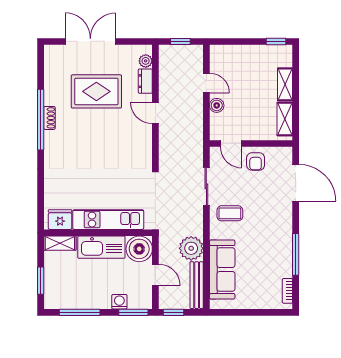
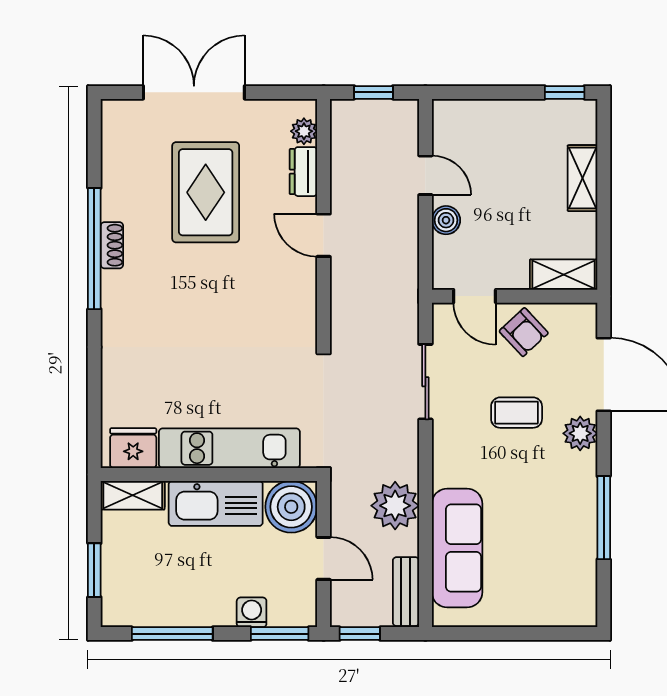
rug: (96, 91) -> (206, 192), turned 90
shelving: (285, 119) -> (564, 275), moved, turned 90
armchair: (256, 161) -> (524, 332), turned -43
plant: (284, 212) -> (580, 433), added
coffee table: (230, 213) -> (517, 413), moved
bench: (197, 285) -> (406, 592), width x0.73
bookcase: (287, 291) -> (587, 591), removed

